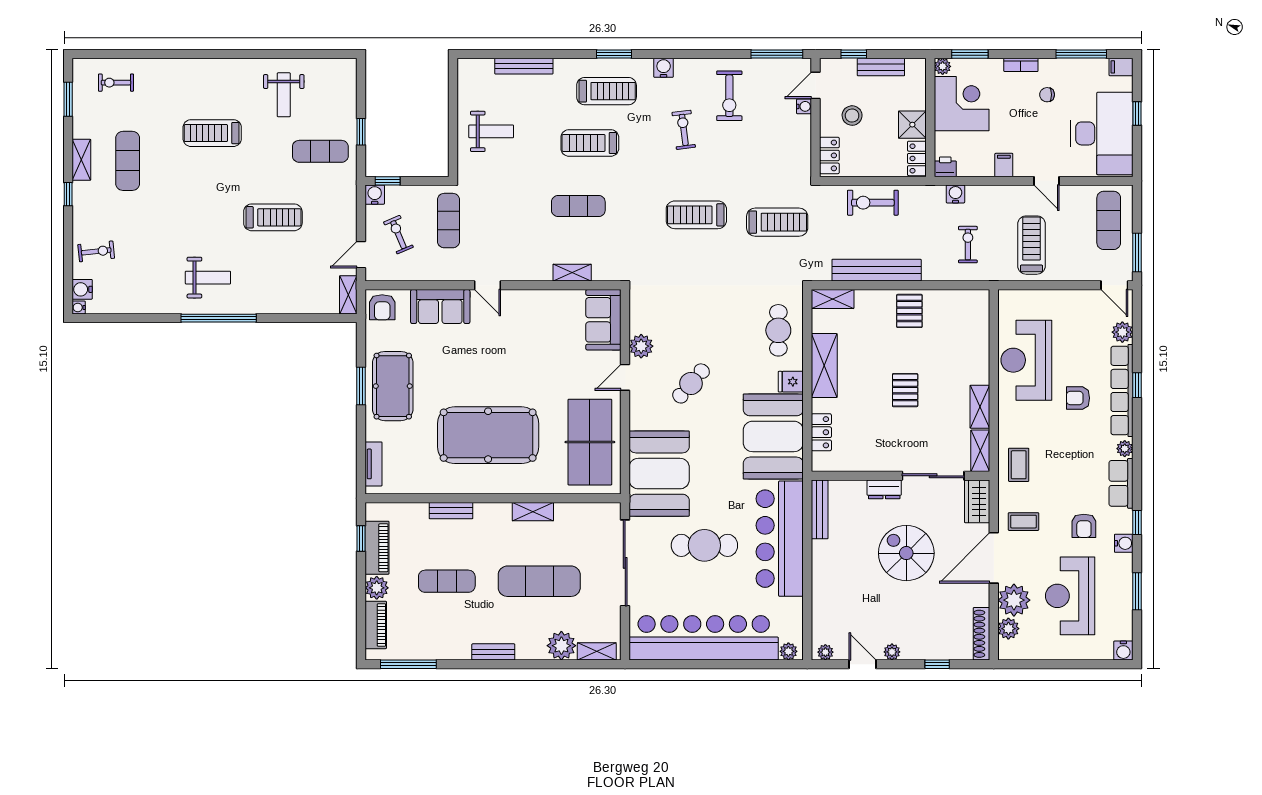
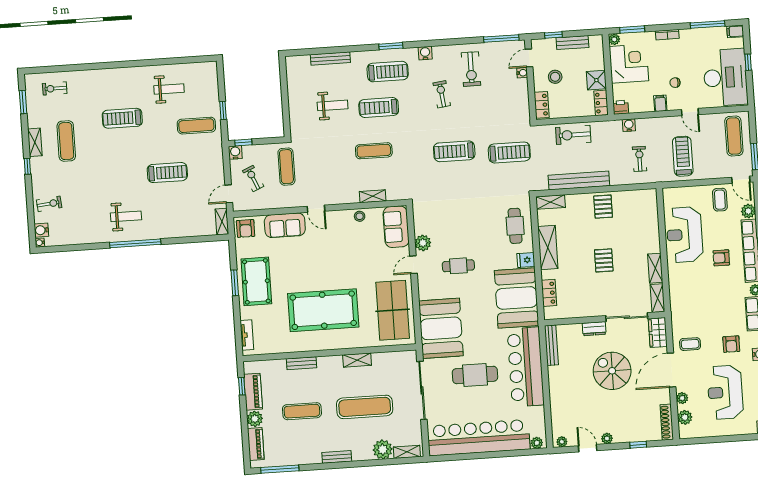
weight bench: (284, 95) -> (169, 89), turned -90
chair: (1047, 95) -> (675, 83), moved
weight bench: (491, 131) -> (333, 105), moved
stool: (551, 301) -> (360, 216), added
cafe table: (691, 383) -> (458, 266), turned 49
coffee table: (1019, 465) -> (720, 200), moved
plant: (1014, 600) -> (682, 398), width x0.53, depth x0.53

